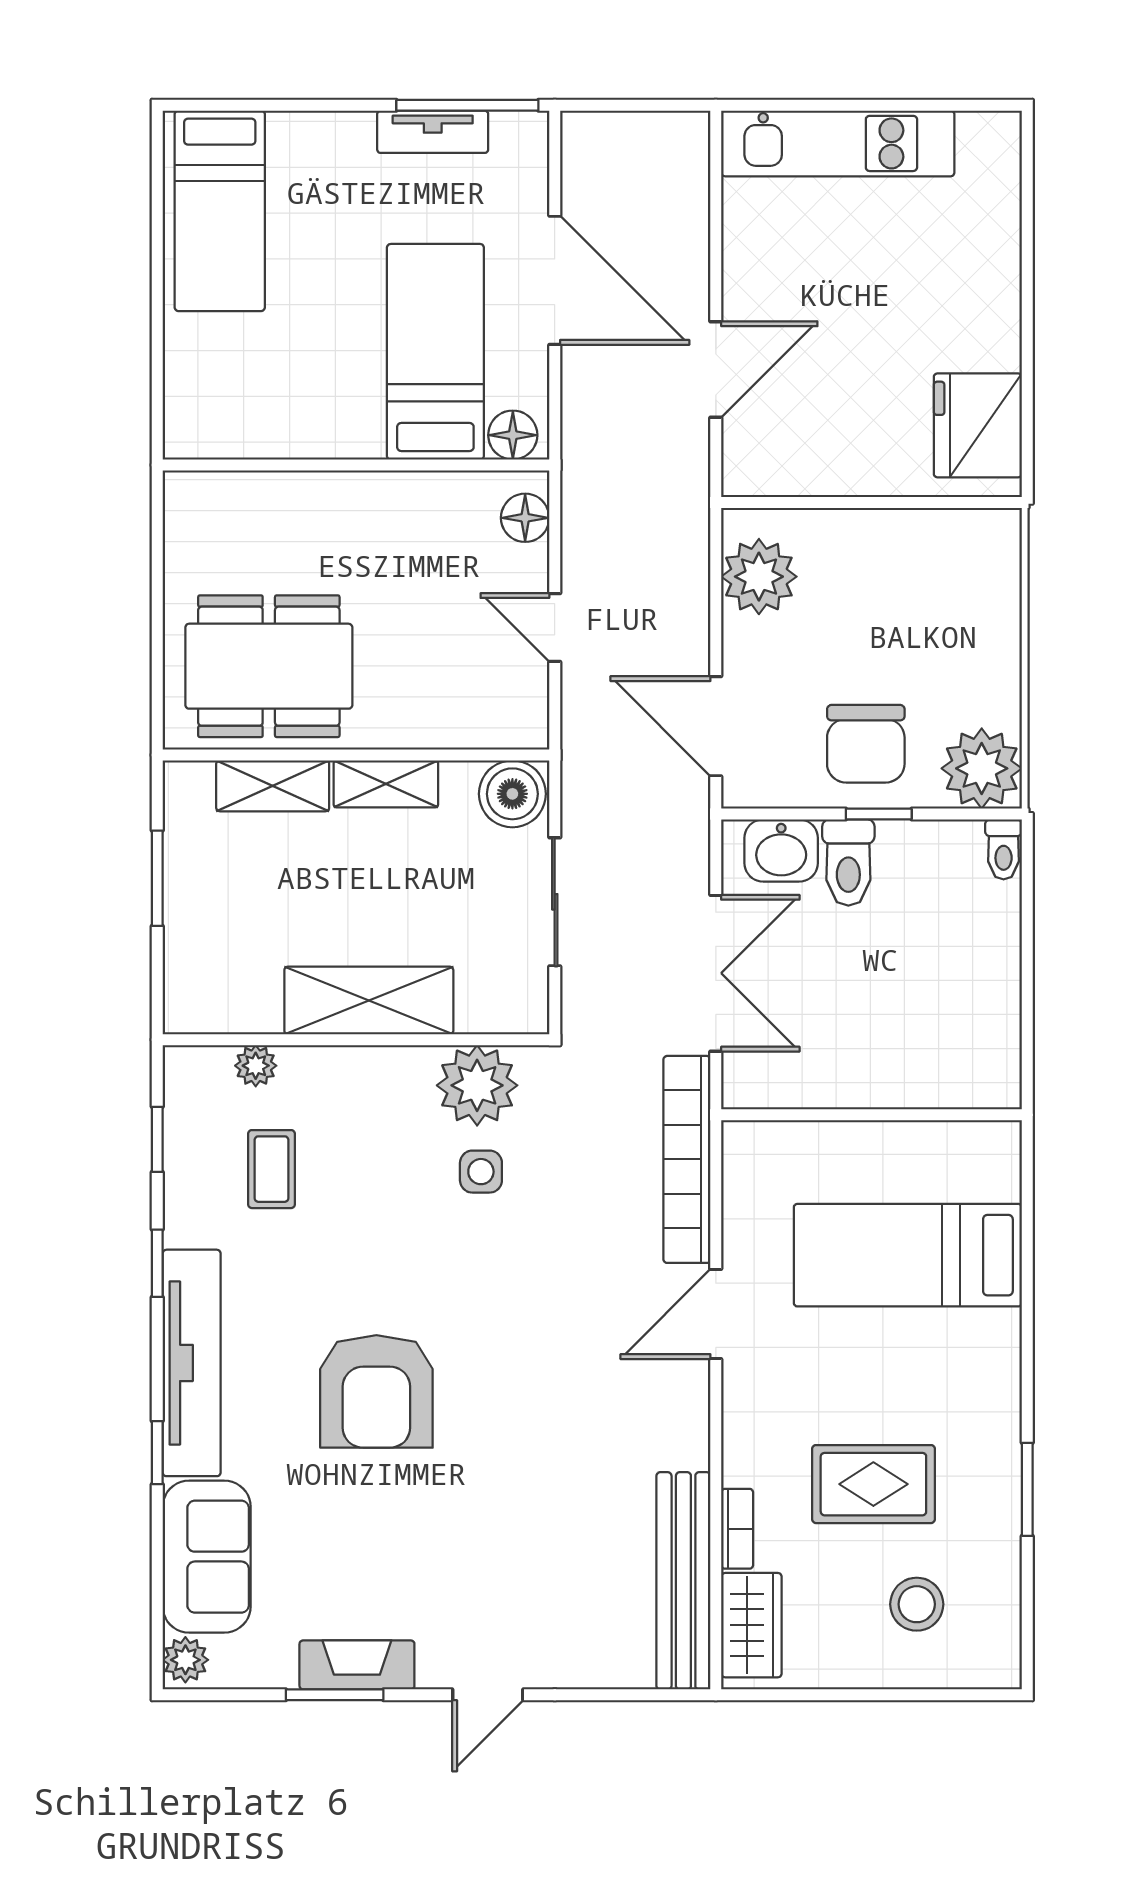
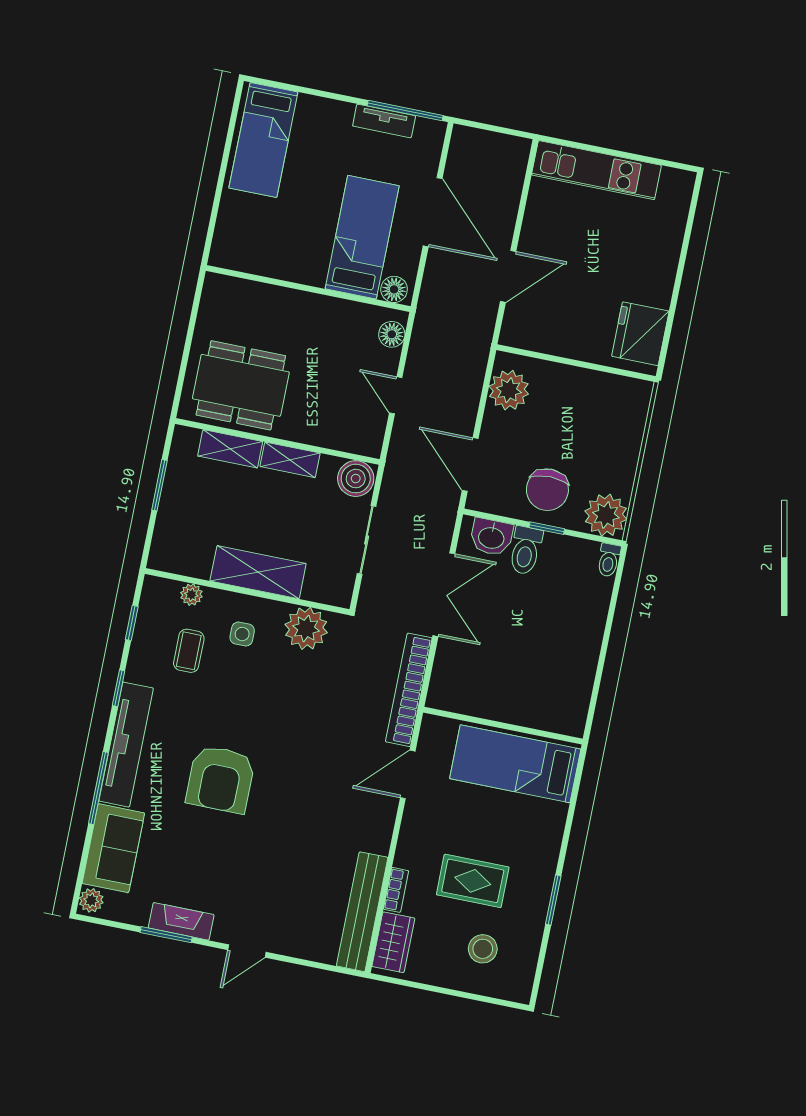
wall: (872, 1115) -> (503, 726), moved
side table: (481, 1172) -> (242, 634), moved
window: (157, 1453) -> (98, 788), width x2.17

